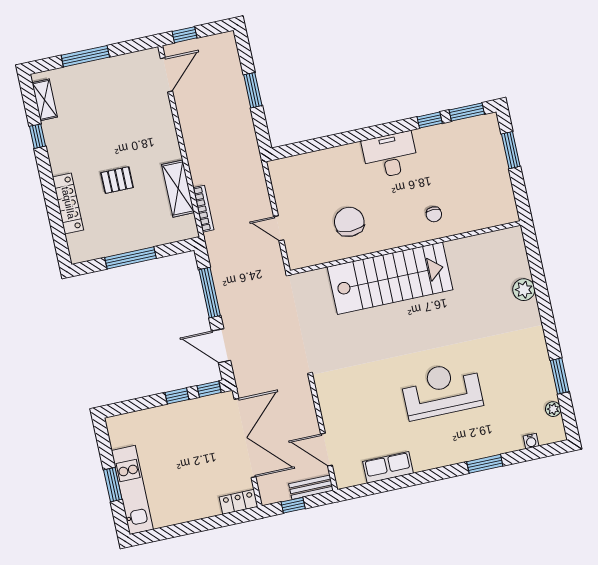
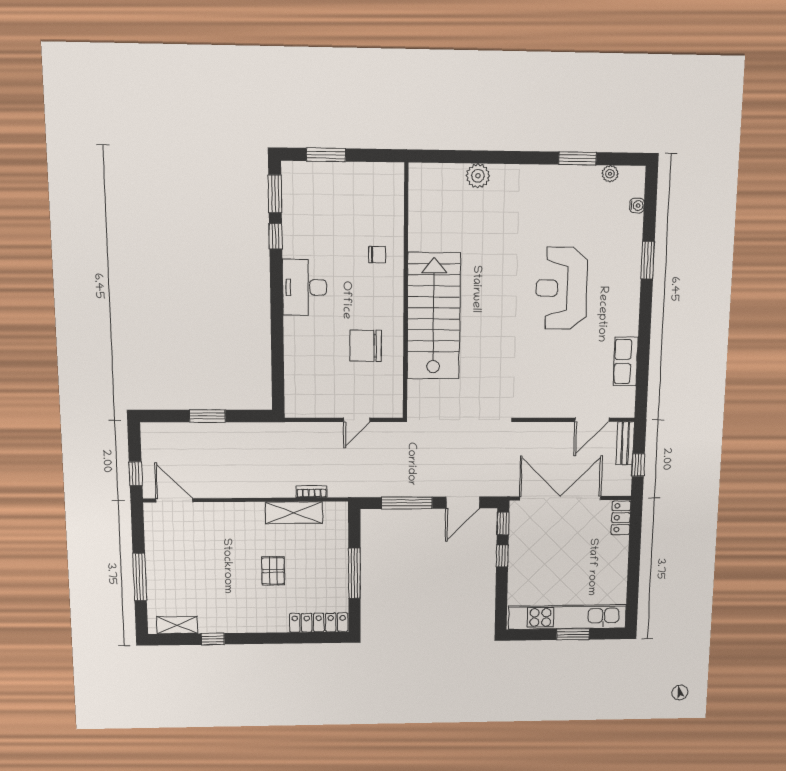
locker: (68, 203) -> (319, 622), moved
bookcase: (203, 209) -> (312, 492), width x0.64
kitchen unit: (132, 490) -> (567, 617), width x1.36

